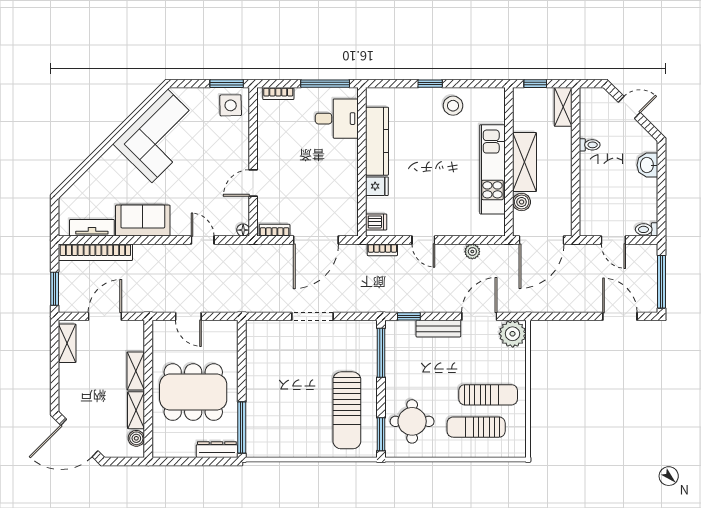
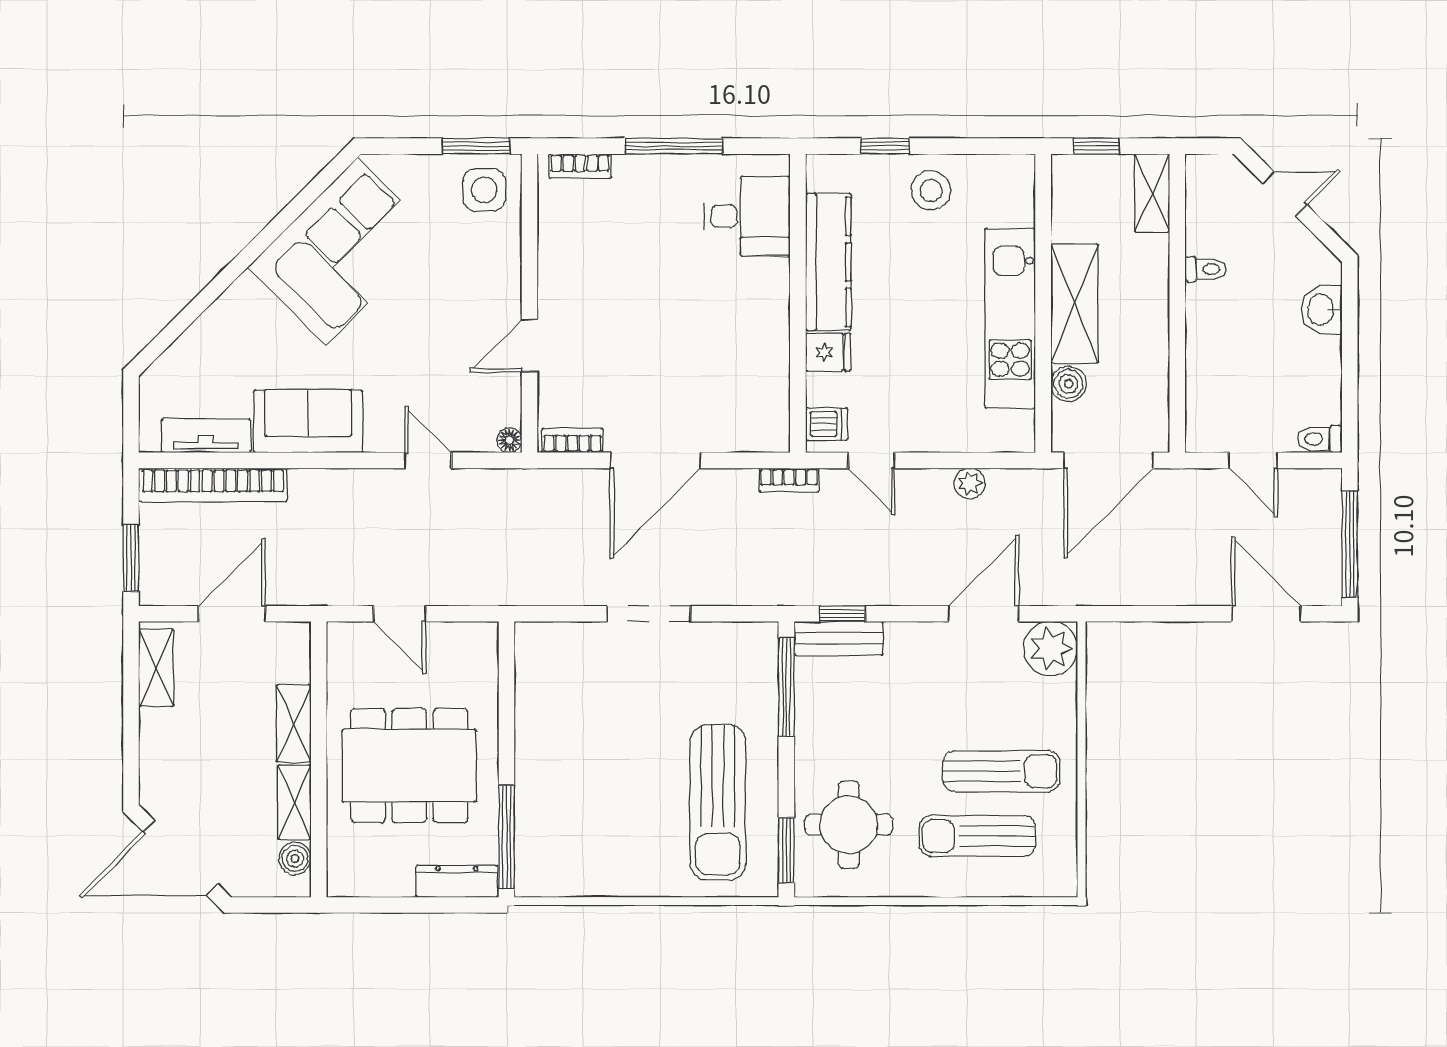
desk: (337, 119) -> (747, 216), moved
kitchen counter: (377, 141) -> (828, 262), moved
wall: (362, 162) -> (798, 303), moved
fridge: (377, 186) -> (828, 352), moved
dishwasher: (376, 222) -> (827, 424), moved
bench: (438, 329) -> (839, 638), moved

